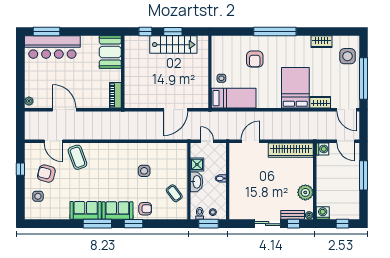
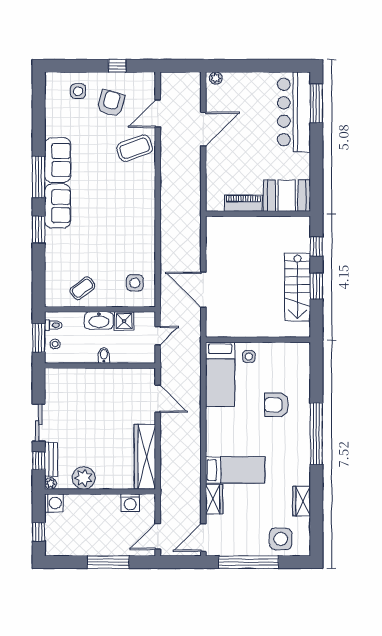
bed: (295, 88) -> (235, 470), width x0.67
piano: (115, 95) -> (243, 203), moved
washing machine: (323, 149) -> (130, 503), moved
side table: (144, 171) -> (135, 283), moved
armchair: (145, 209) -> (60, 246), removed

